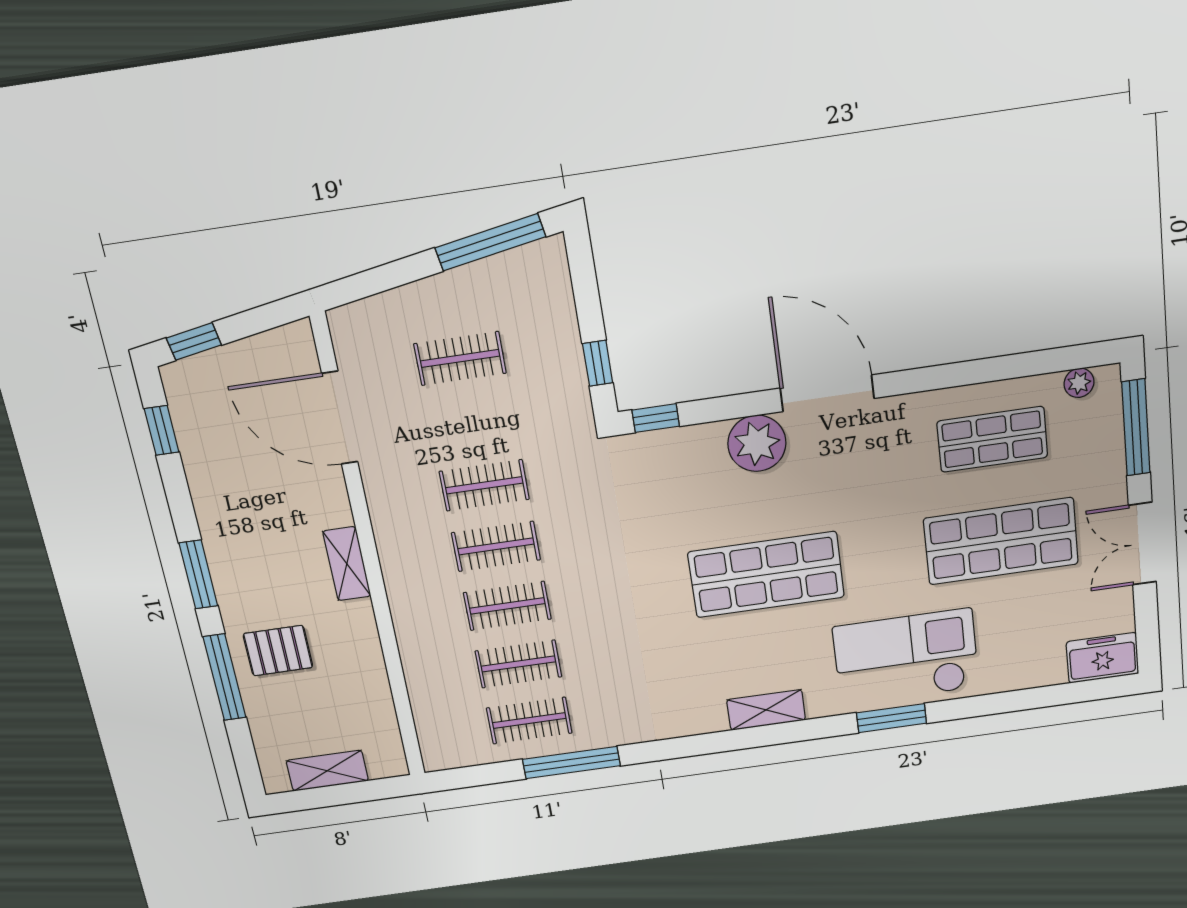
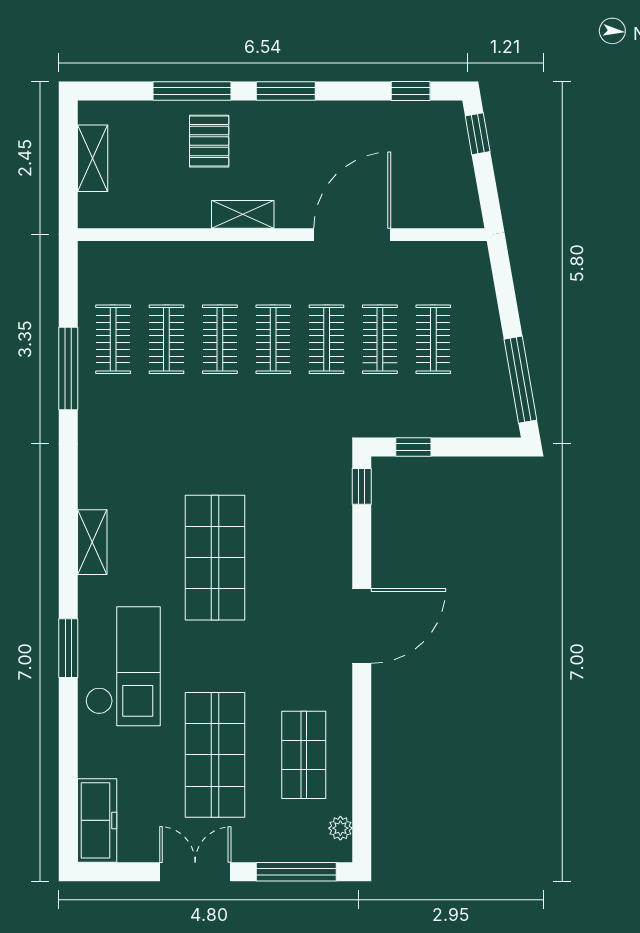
door: (340, 418) -> (352, 235), moved
clothes rail: (472, 423) -> (380, 339), added
plant: (757, 443) -> (329, 565), removed
shelving: (347, 564) -> (243, 214), moved
freezer: (1102, 658) -> (97, 820), width x1.40

